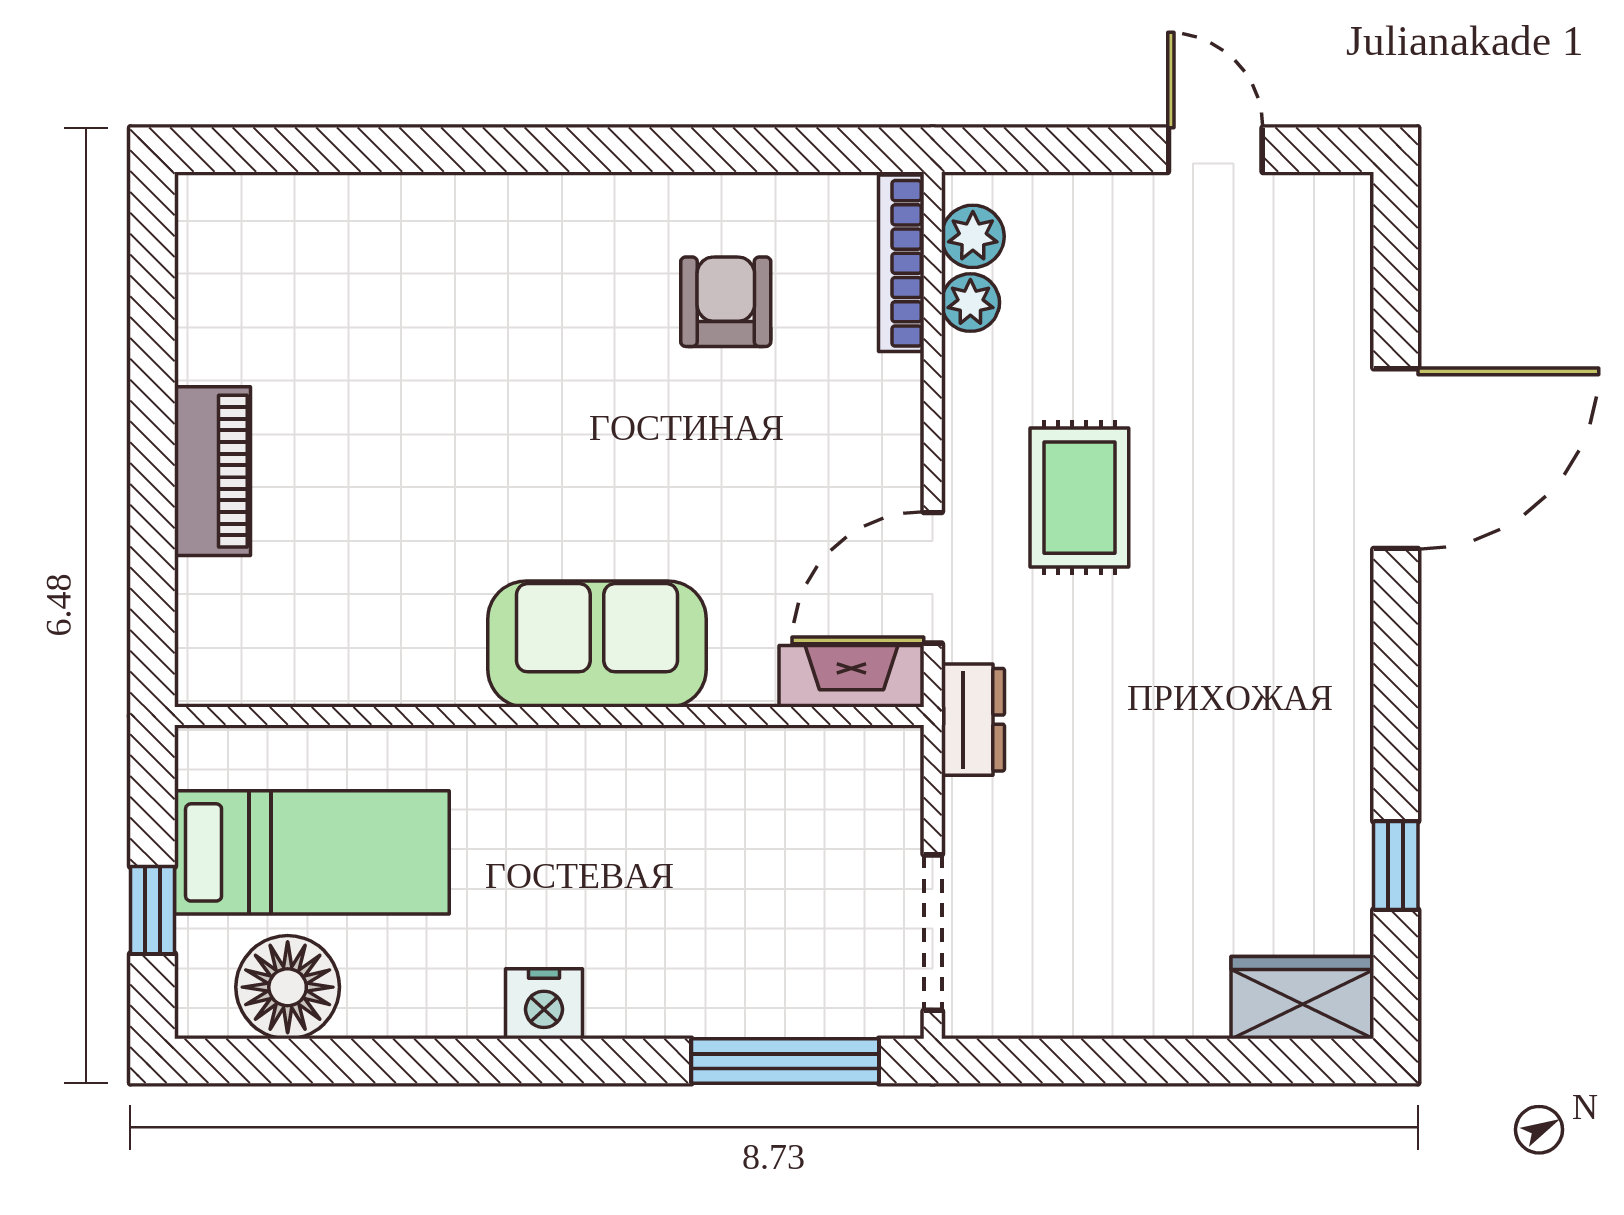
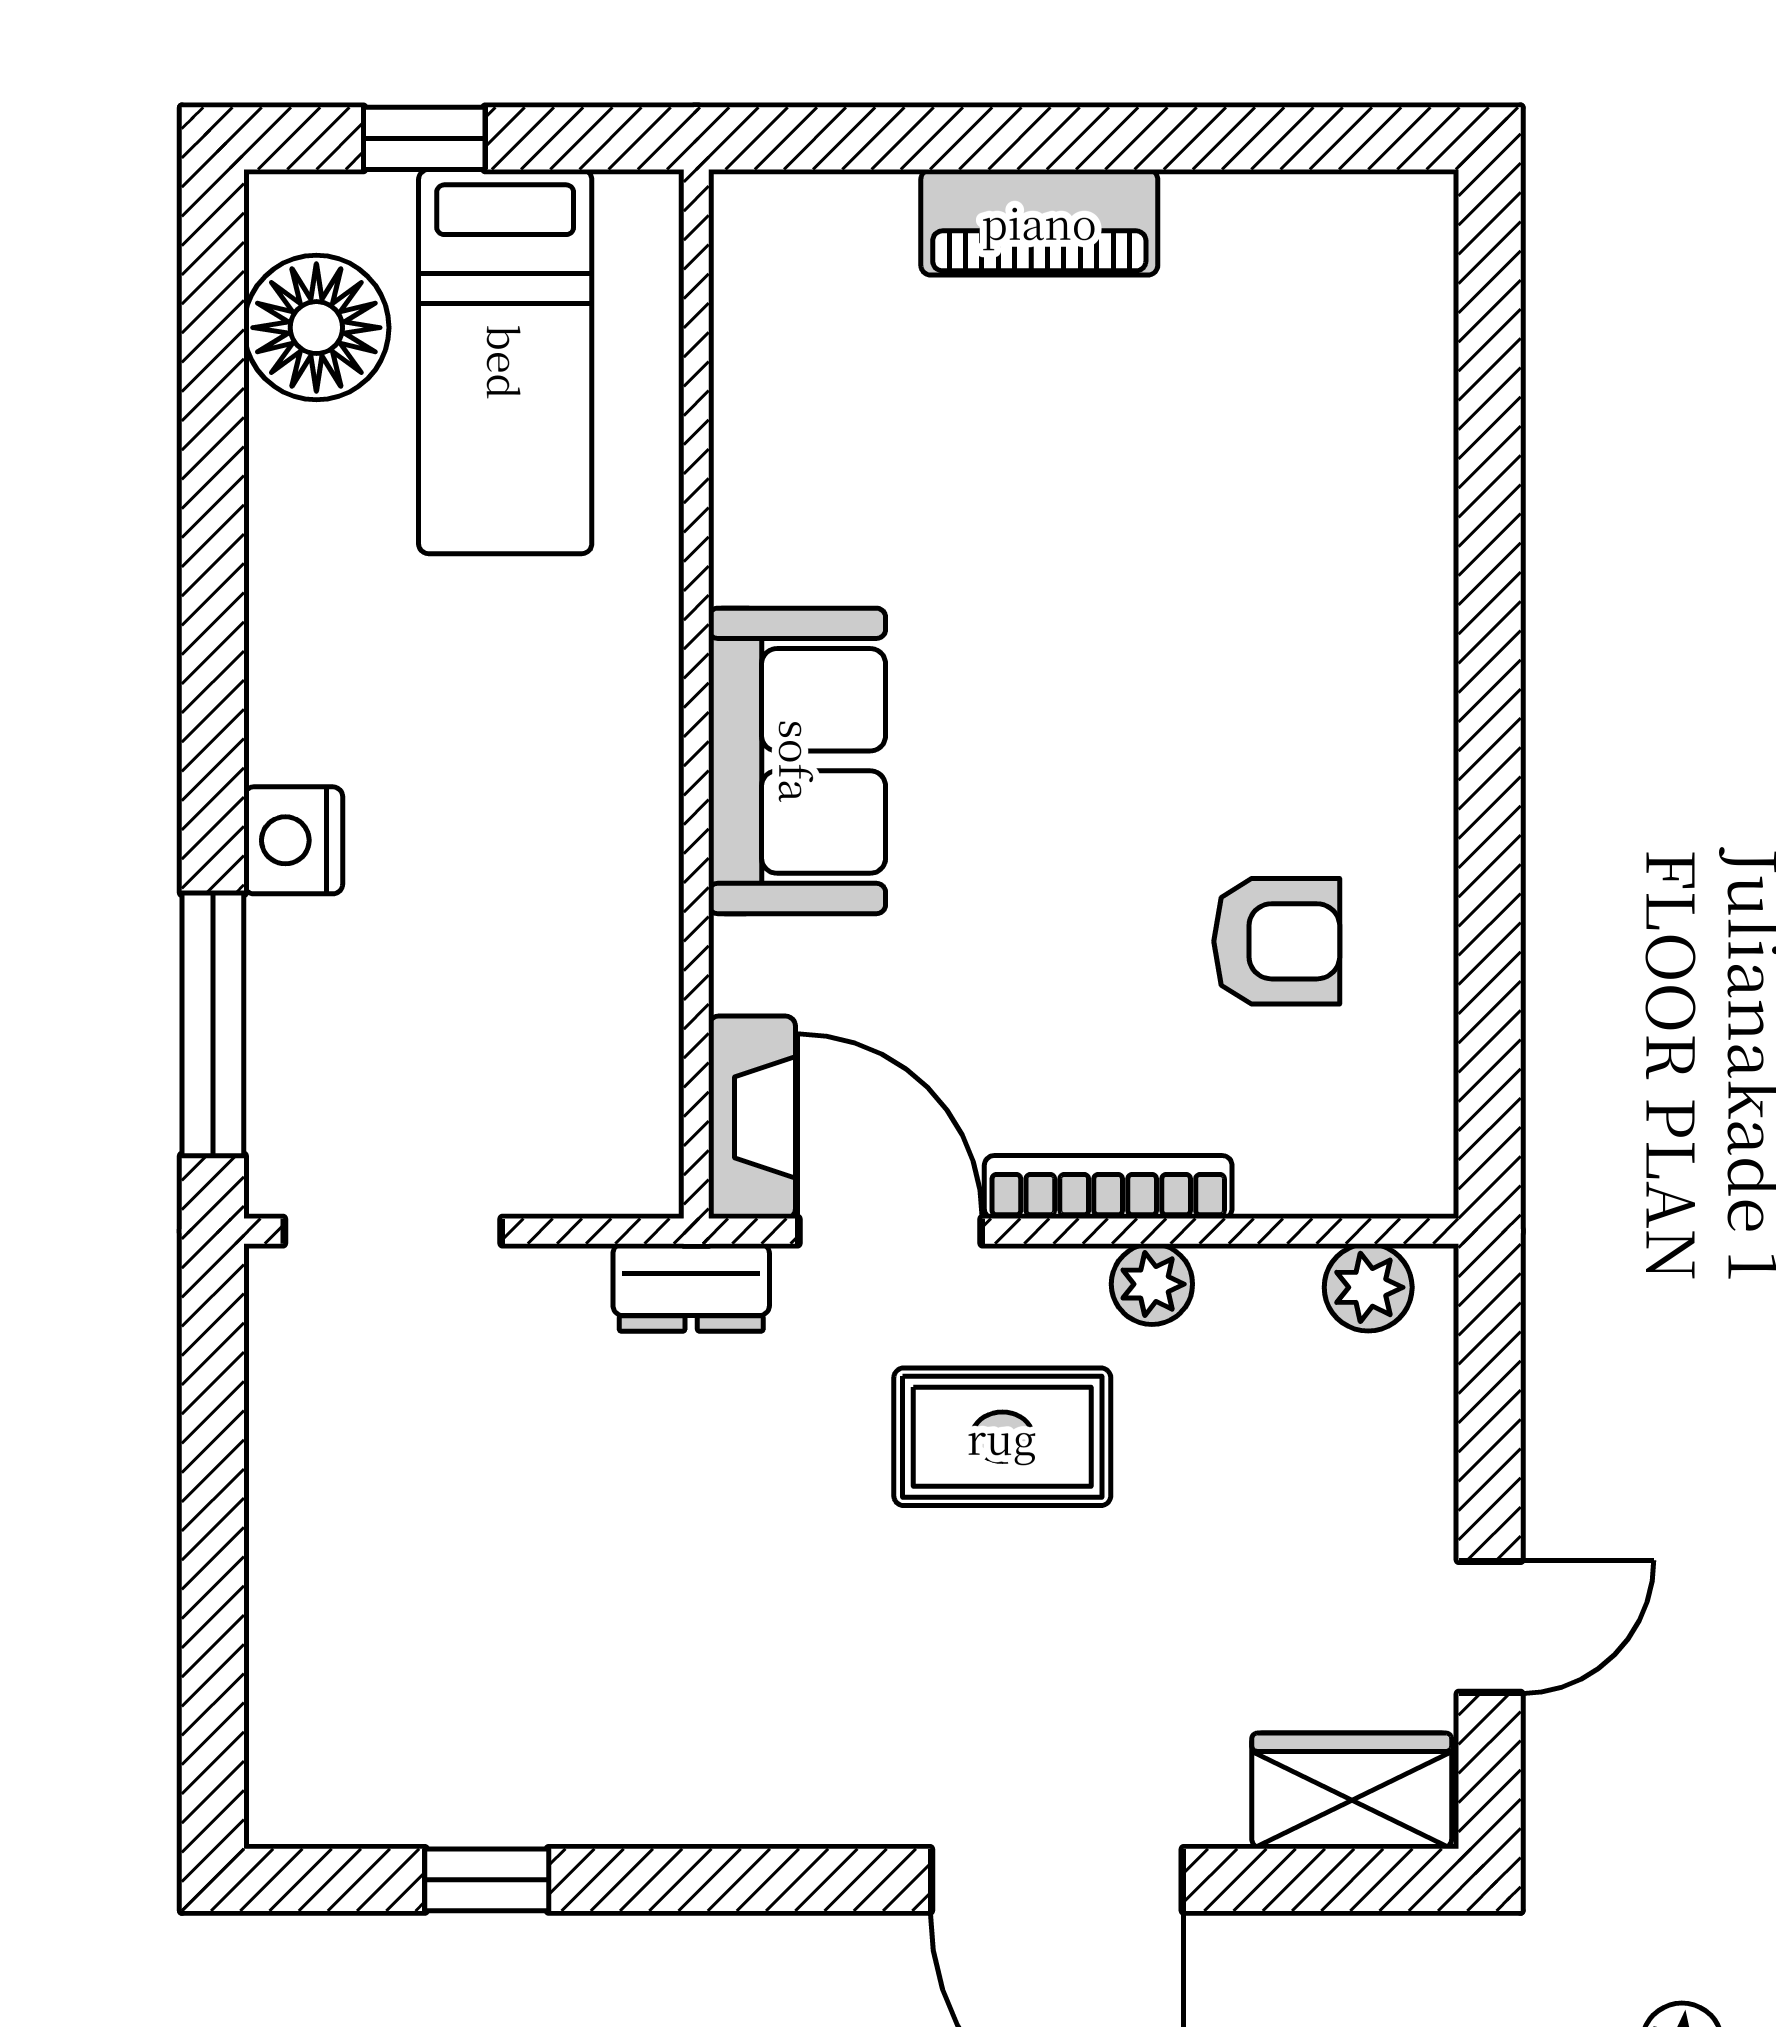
bookcase: (901, 263) -> (1108, 1187), moved
plant: (970, 303) -> (1152, 1284), moved
wardrobe: (1302, 998) -> (1352, 1791), moved, turned -90
nightstand: (544, 1004) -> (293, 840), moved

